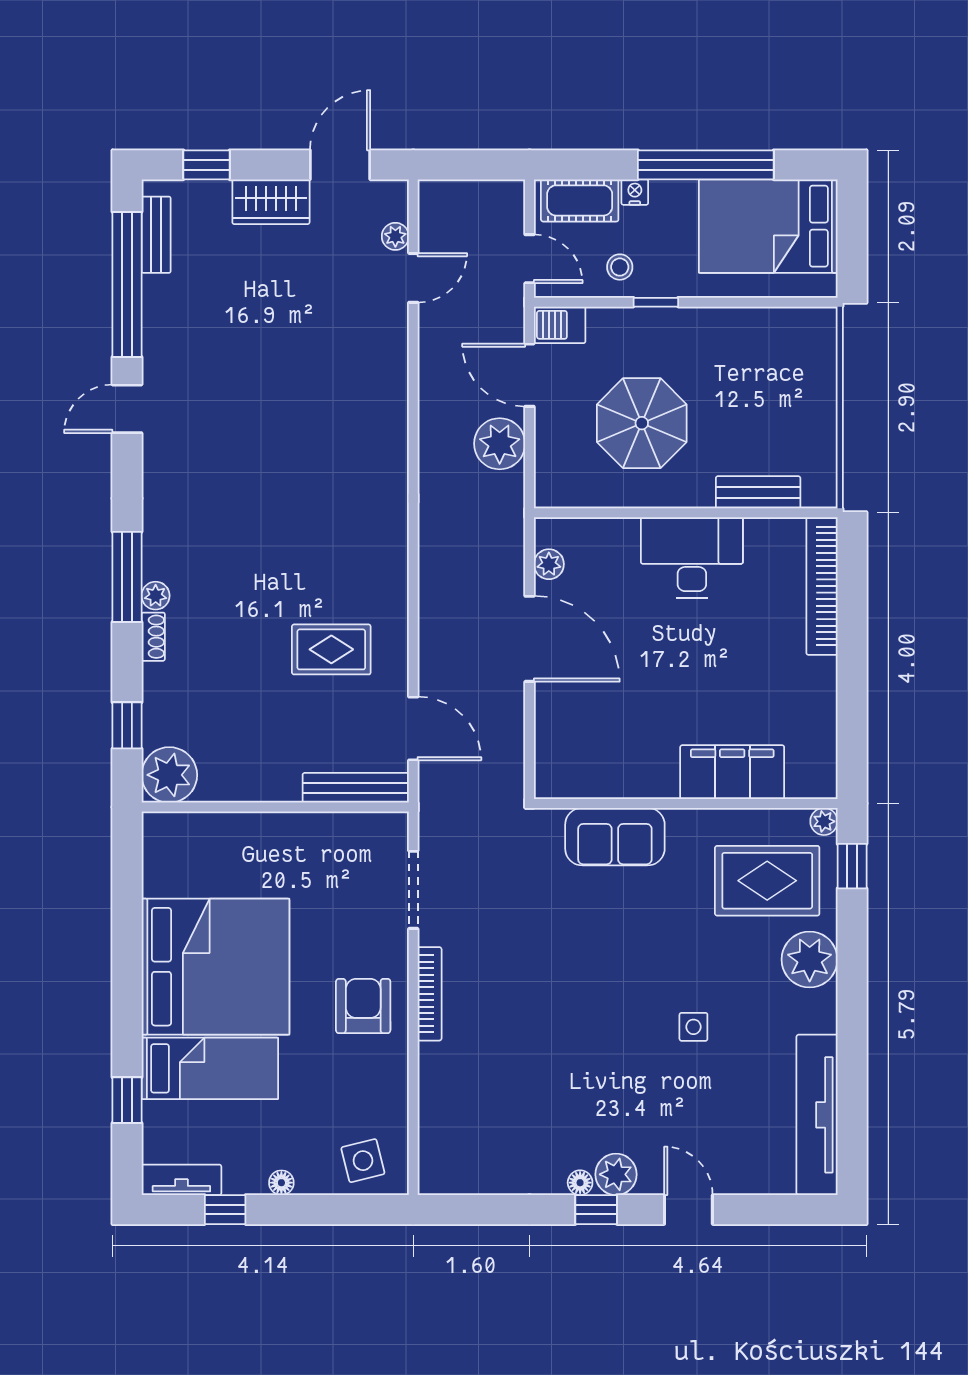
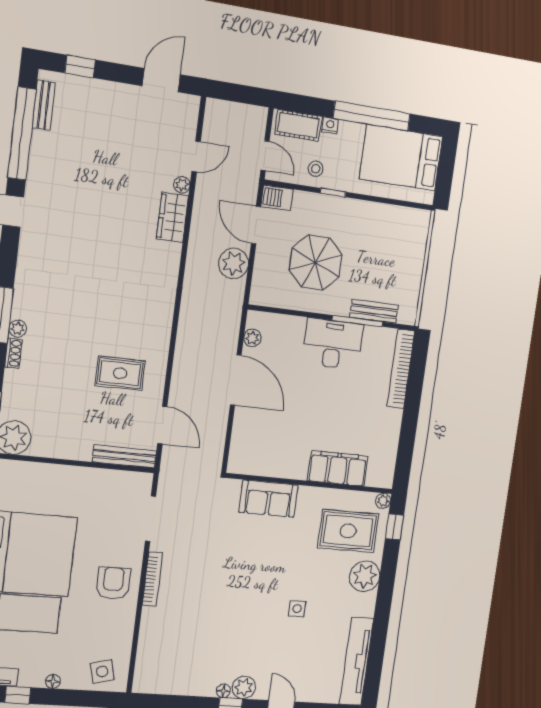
wardrobe: (271, 202) -> (172, 217), moved, turned 90
plant: (395, 236) -> (182, 185), moved
window: (731, 513) -> (357, 321), added

